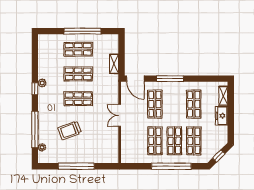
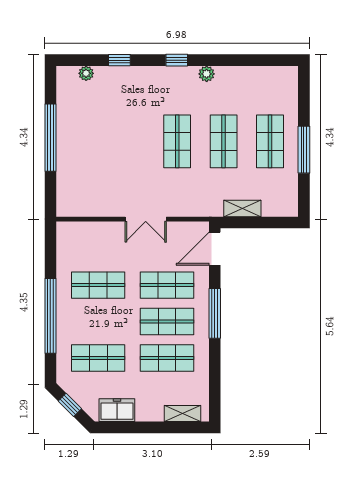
window: (83, 31) -> (304, 150), width x0.68
window: (35, 89) -> (177, 60), moved
double door: (120, 115) -> (146, 219), swing flipped
freezer: (222, 116) -> (117, 410), moved
window: (35, 129) -> (119, 60), width x0.32
trolley: (70, 130) -> (118, 125), removed
shop shelf: (174, 141) -> (167, 322), moved

